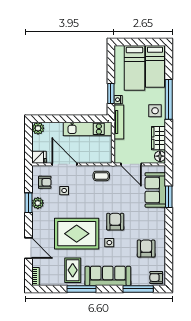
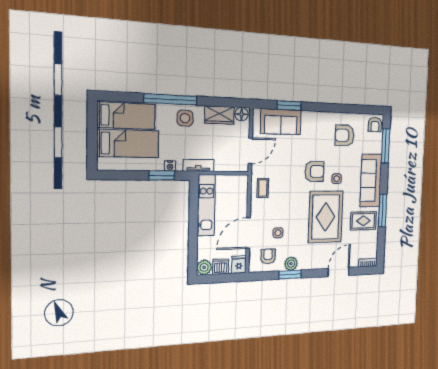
tv unit: (119, 122) -> (198, 165), width x0.71
dishwasher: (38, 142) -> (221, 267), added
armchair: (115, 222) -> (314, 171), turned 180

